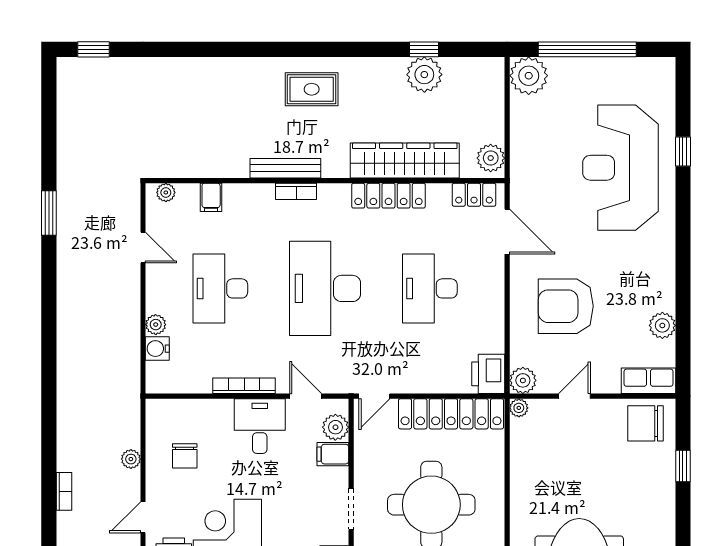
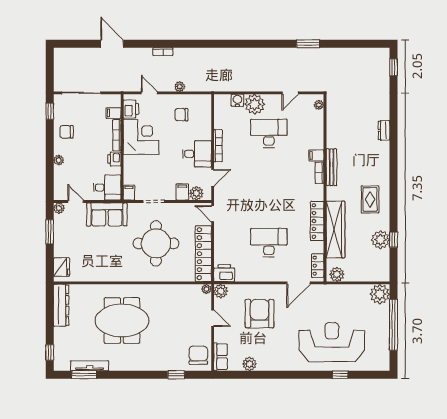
dresser: (215, 68) -> (384, 130), added
rug: (312, 89) -> (370, 199), moved
filing cabinet: (211, 197) -> (316, 155), moved
desk: (325, 288) -> (269, 188), removed
plant: (156, 325) -> (255, 104), width x1.87, depth x1.87

